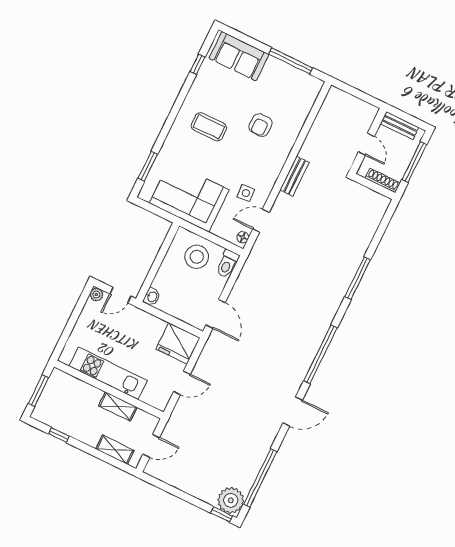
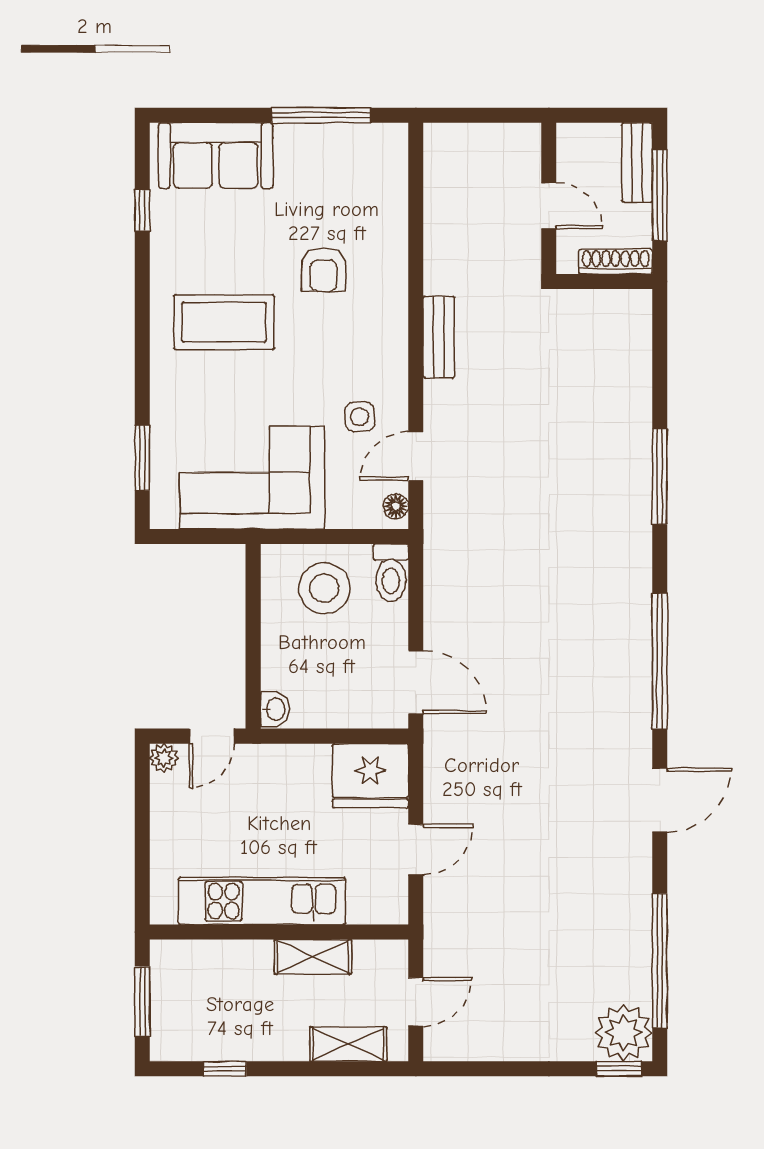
bench: (400, 126) -> (637, 162), moved, turned 90
coffee table: (209, 127) -> (224, 322), width x1.36, depth x1.32

